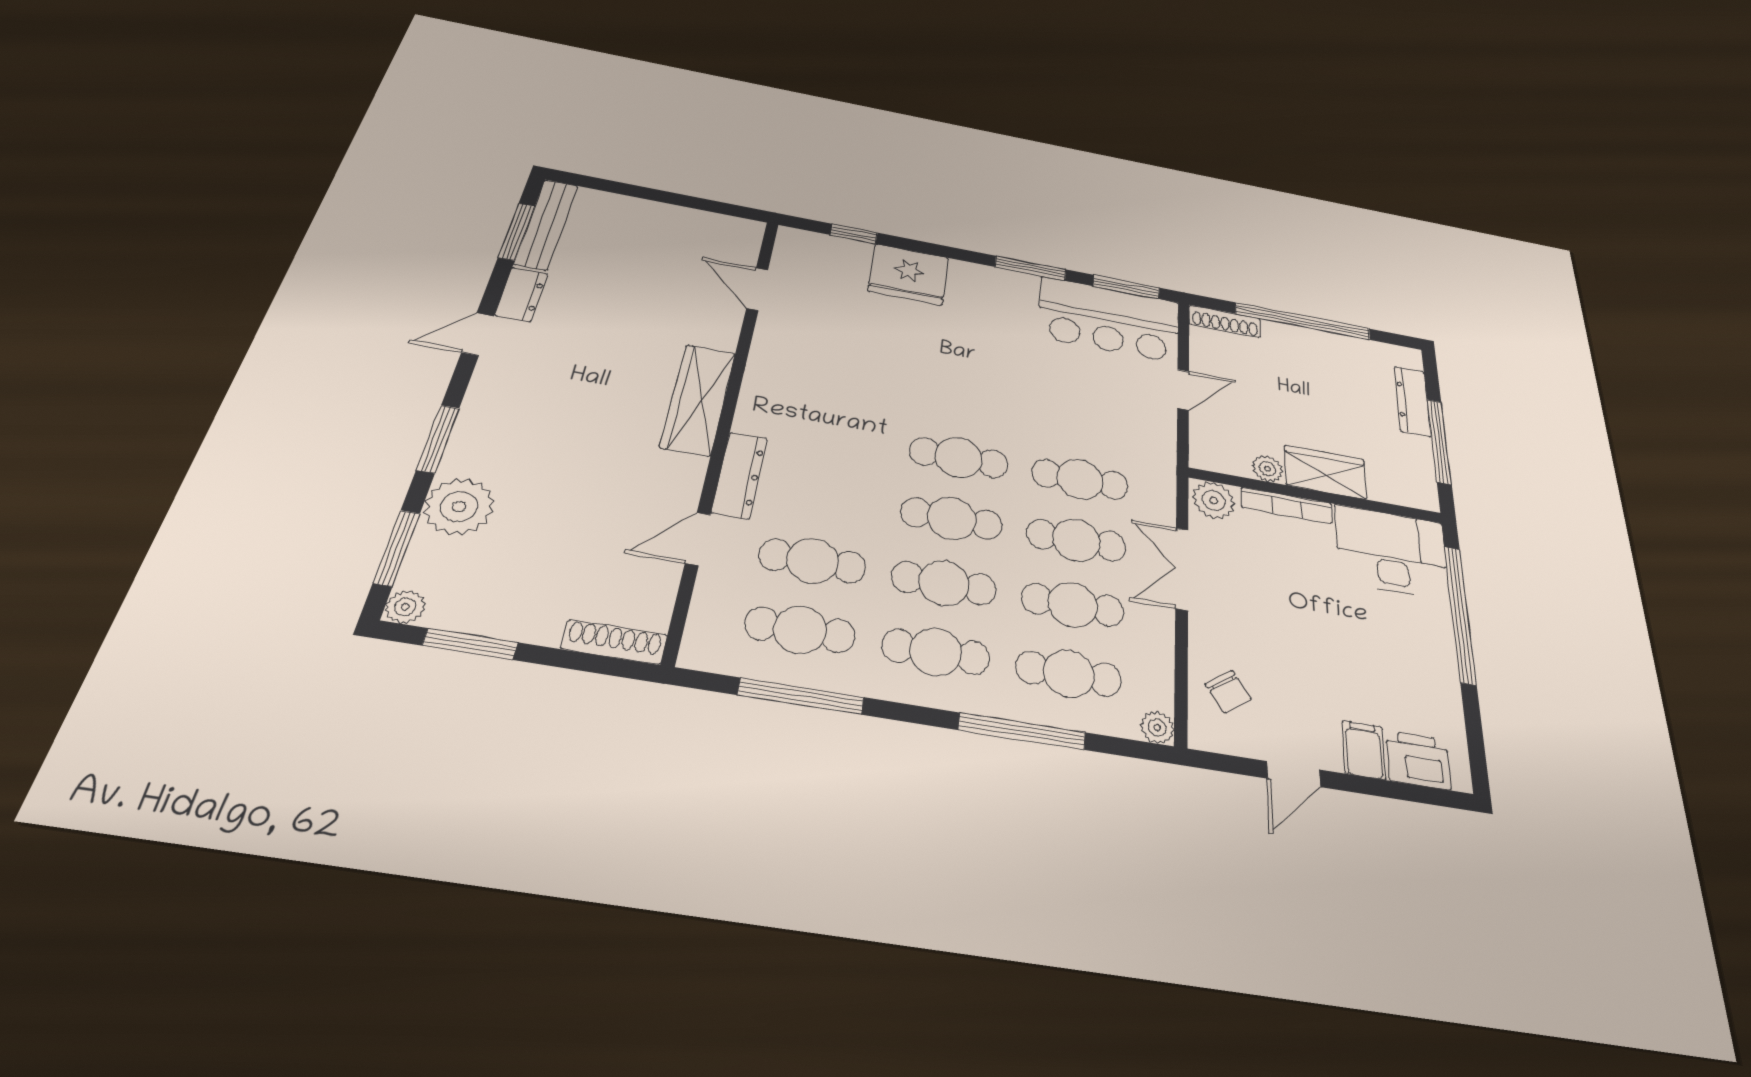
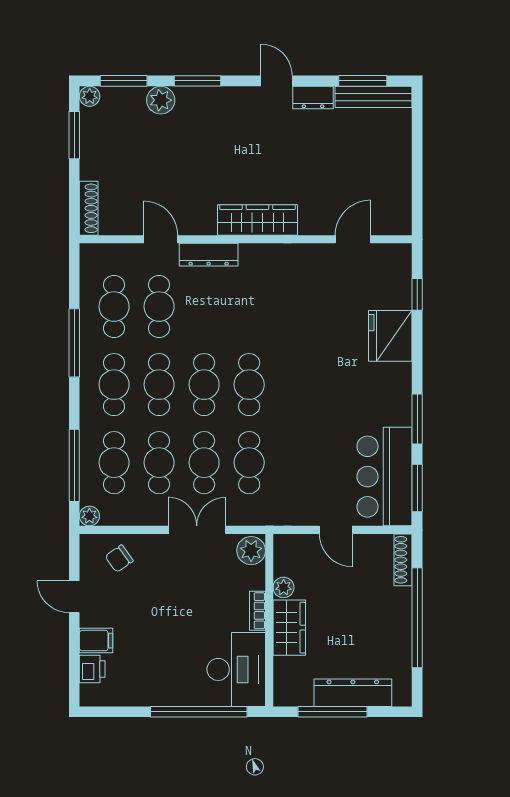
dresser: (1413, 401) -> (353, 693), width x1.37, depth x1.24
bookcase: (1287, 505) -> (257, 611), width x0.64
plant: (459, 507) -> (161, 100), width x0.73, depth x0.73
window: (801, 696) -> (74, 343), moved
window: (1022, 731) -> (74, 465), moved
printer: (1418, 760) -> (92, 669), width x0.73, depth x0.81

